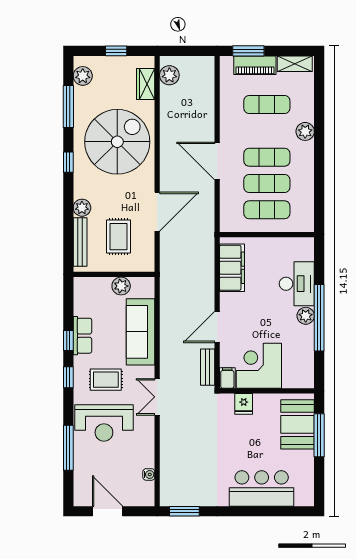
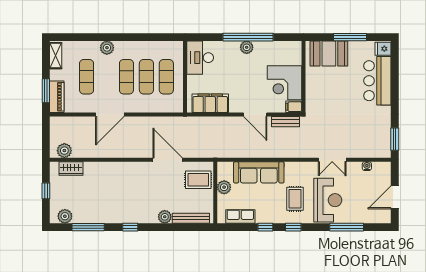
piano: (255, 65) -> (57, 97), moved
spiral stairs: (117, 142) -> (115, 190), removed
door: (217, 161) -> (110, 114), moved
rug: (118, 237) -> (198, 180), moved
desk: (297, 284) -> (200, 58), moved, turned -90
row of seats: (82, 336) -> (240, 216), moved
double door: (157, 397) -> (332, 160), moved
fridge: (244, 404) -> (383, 49), moved, turned 180
window: (319, 435) -> (350, 37), moved

